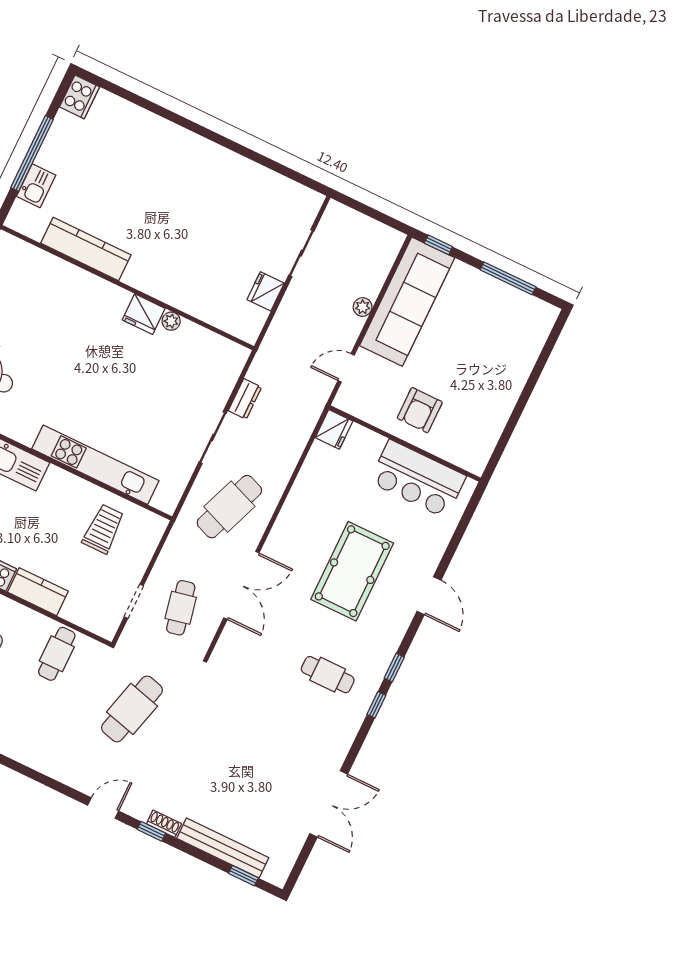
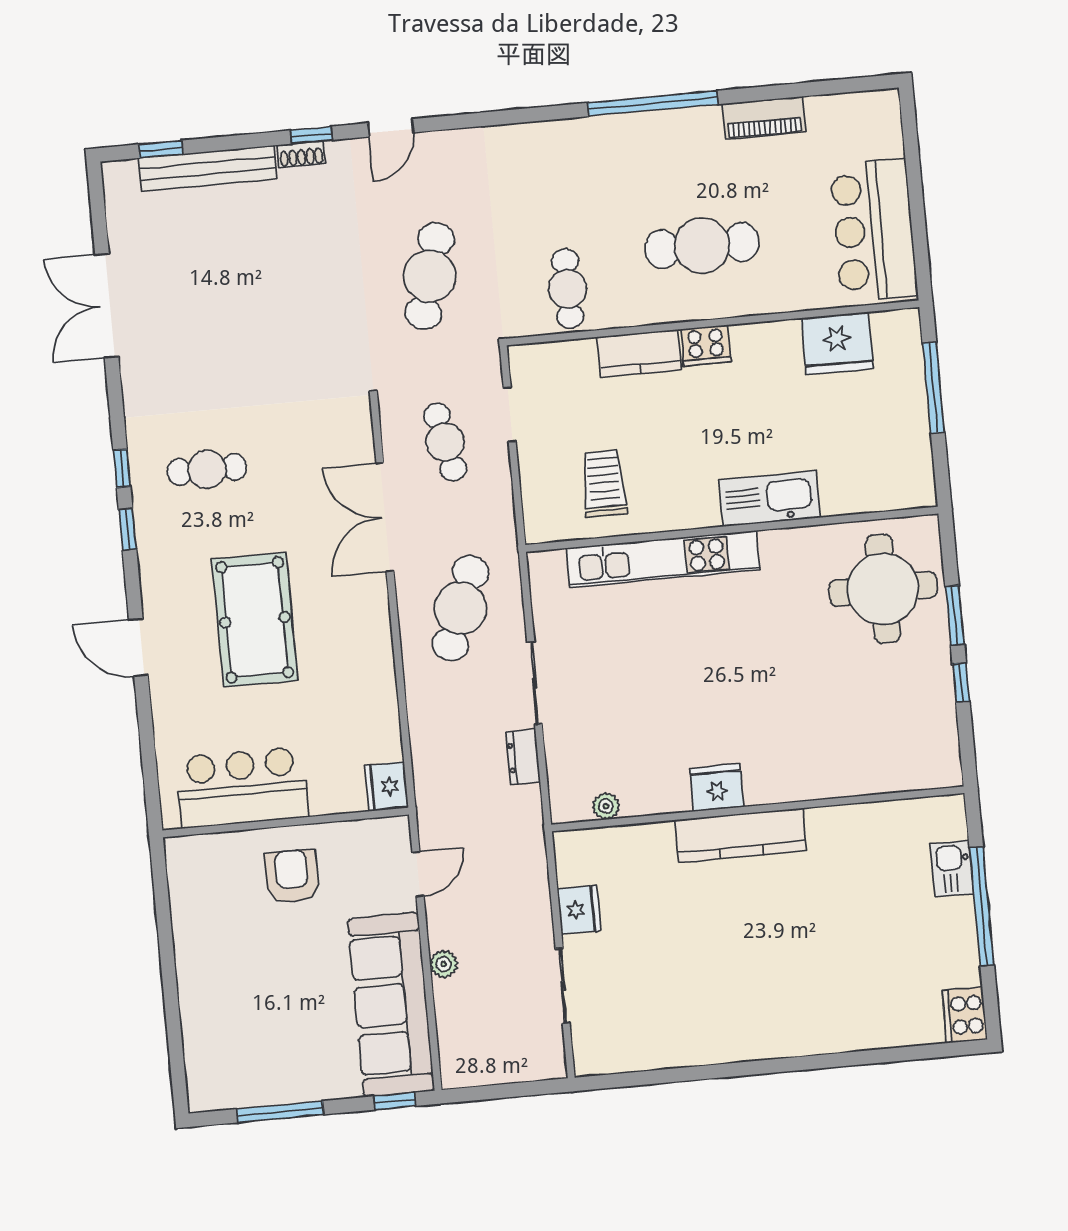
kitchen counter: (86, 249) -> (741, 835), moved
plant: (171, 321) -> (606, 806), moved
trolley: (103, 529) -> (604, 483), turned 180

